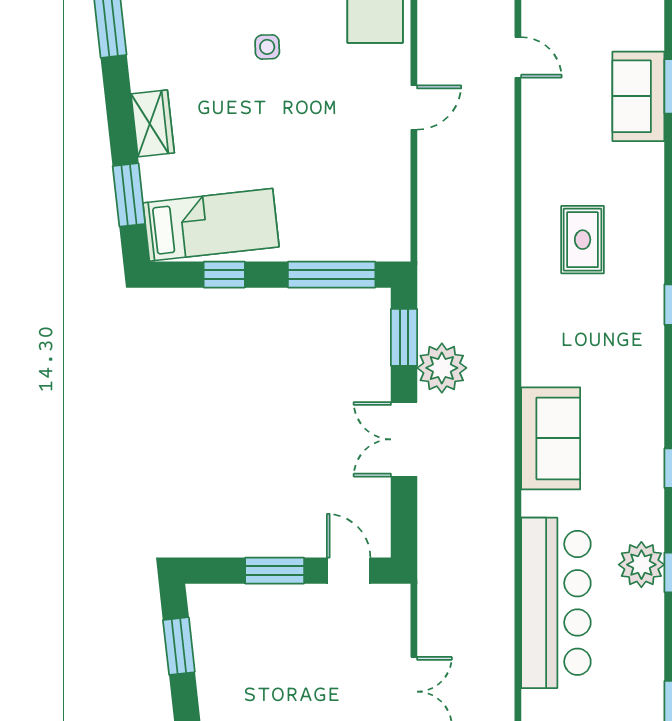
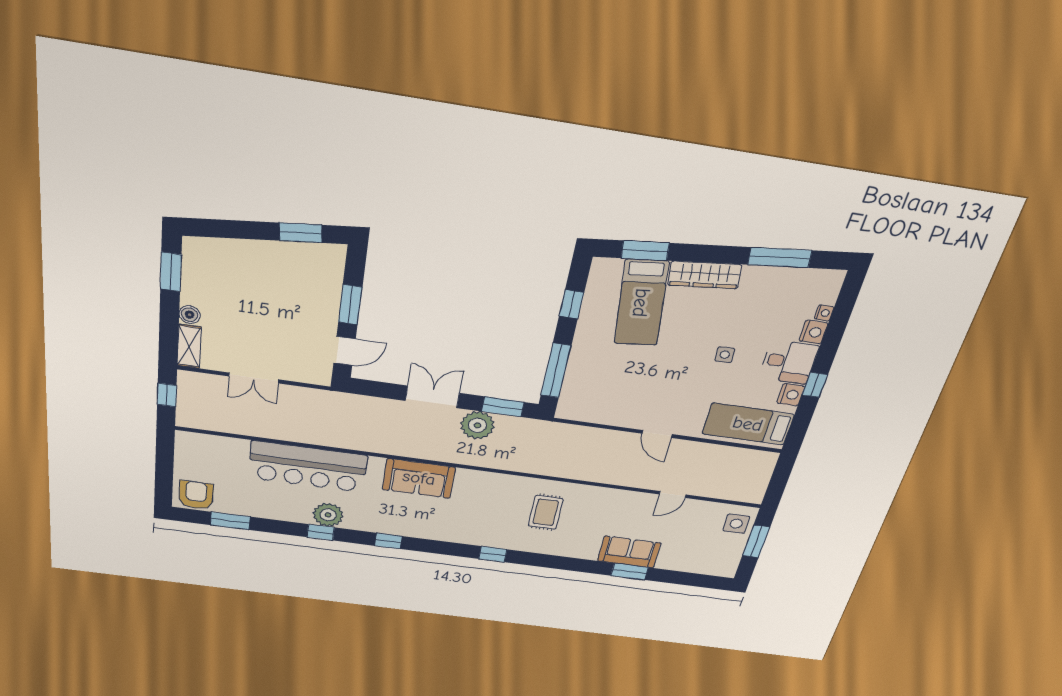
wardrobe: (153, 123) -> (705, 275), width x1.50
bed: (211, 225) -> (641, 303), moved
rug: (583, 240) -> (546, 512), turned 90

